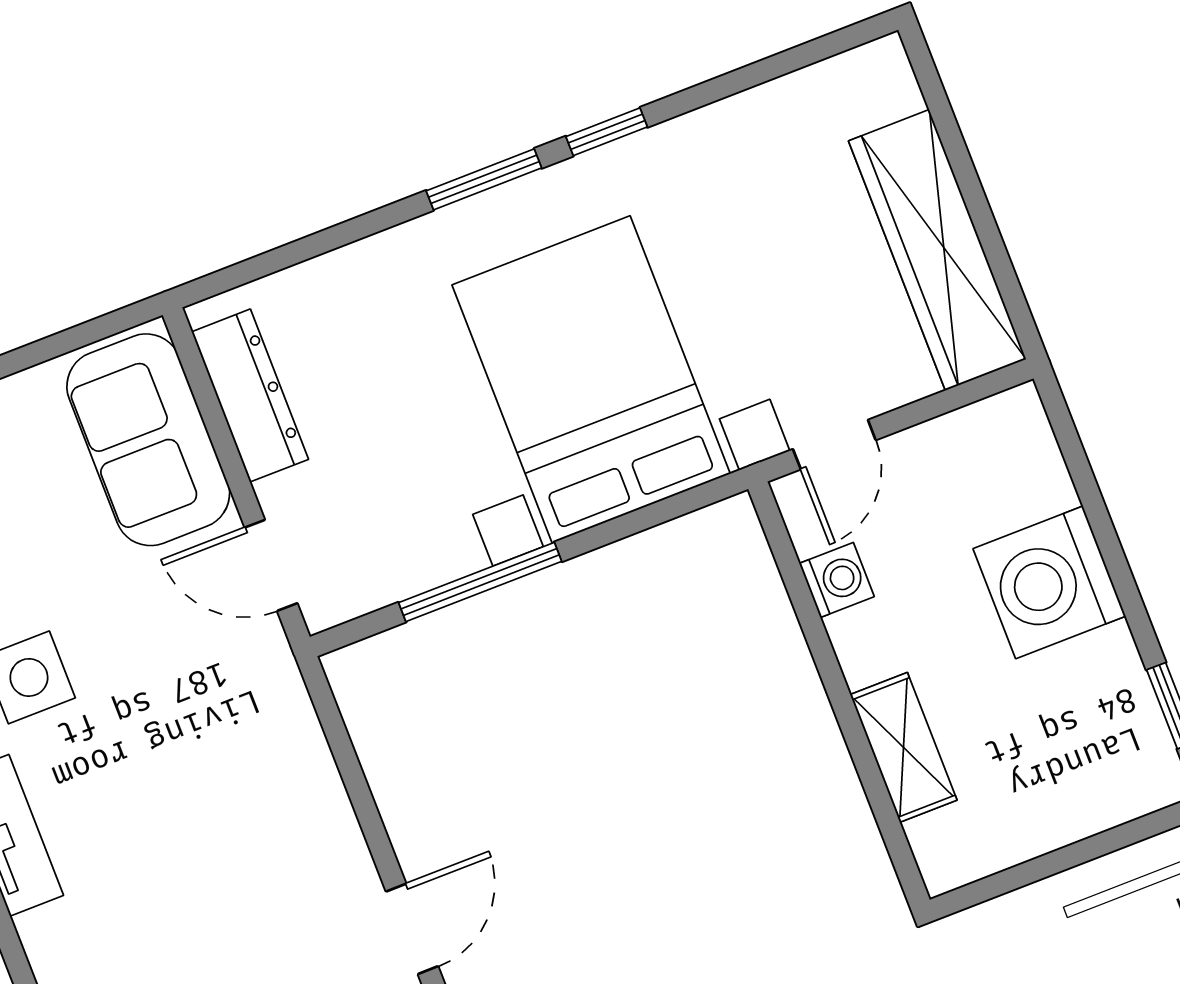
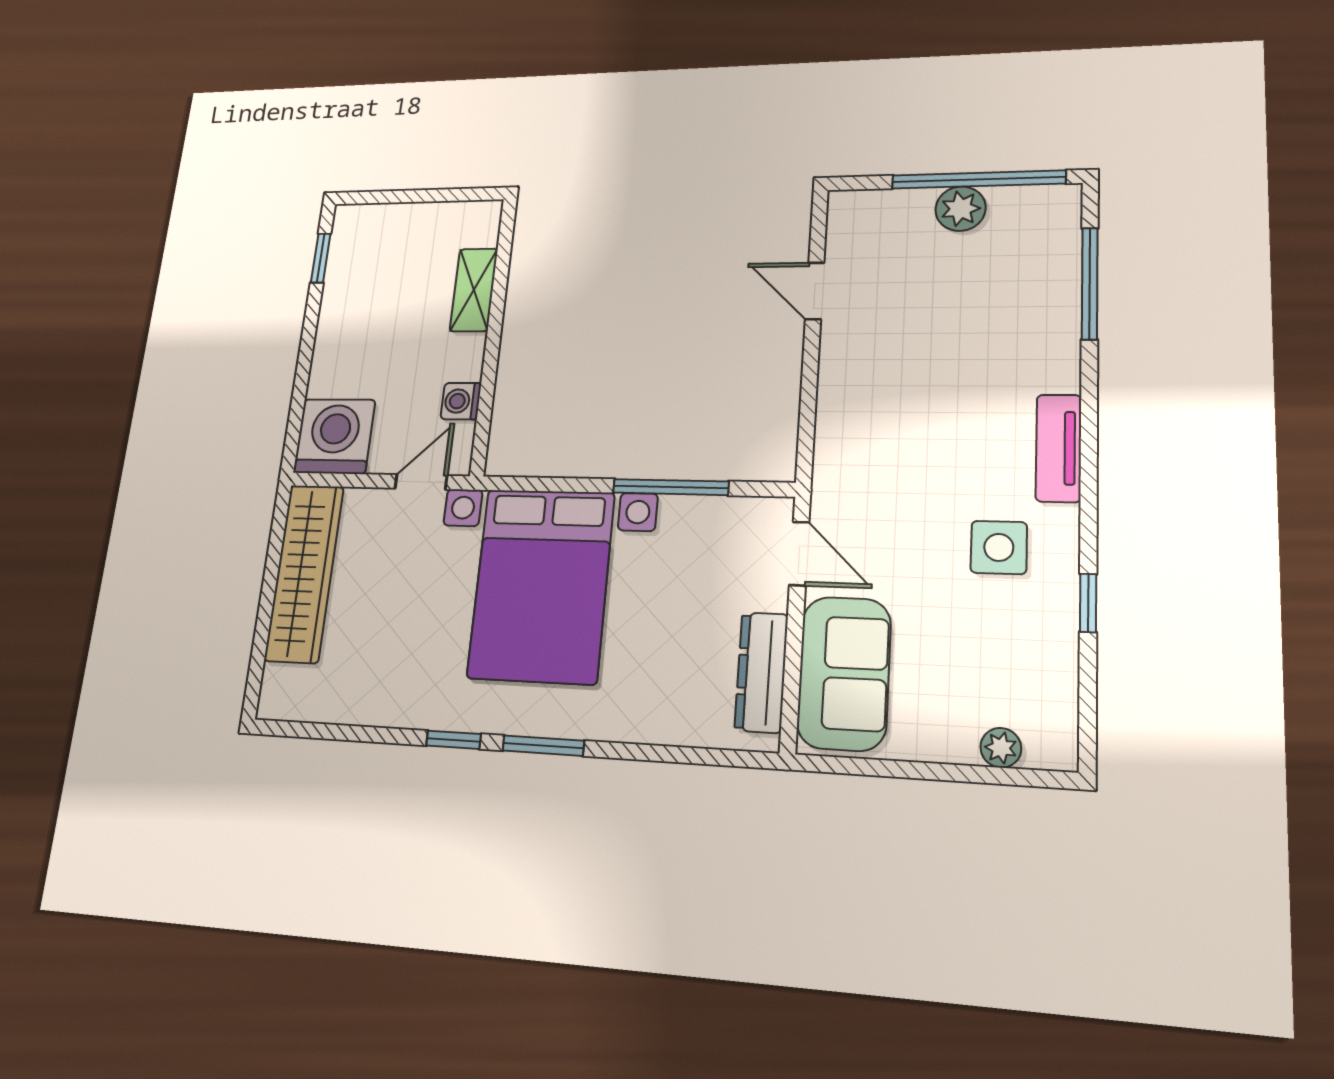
washing machine: (1049, 582) -> (334, 436), moved, turned -90
door: (412, 929) -> (815, 291), hinge flipped

